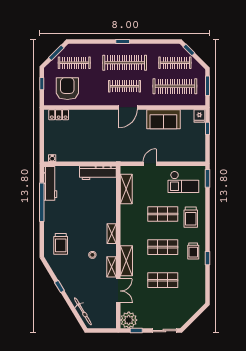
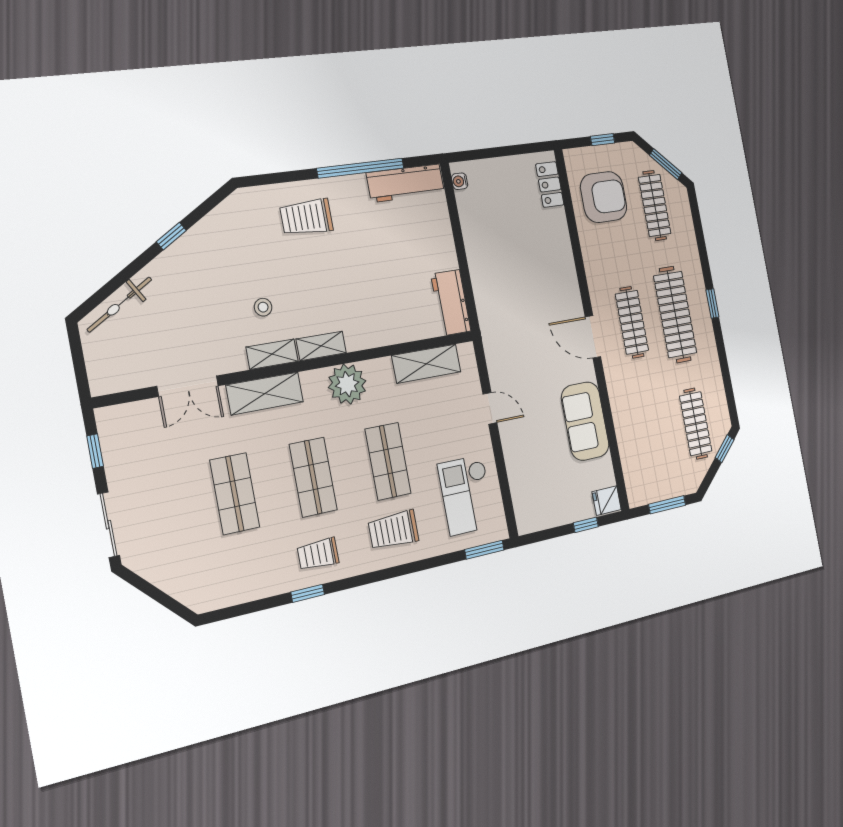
clothes rail: (175, 86) -> (653, 433), removed
workbench: (98, 173) -> (451, 303), width x0.73
trolley: (61, 244) -> (306, 217), moved
shelving: (111, 267) -> (272, 354), moved
plant: (129, 320) -> (347, 384), moved

